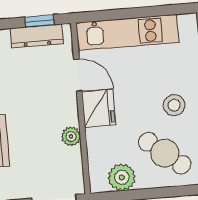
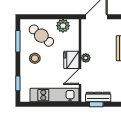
door: (78, 75) -> (80, 77), hinge flipped
plant: (71, 136) -> (86, 58), moved

